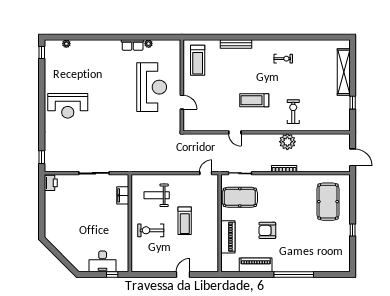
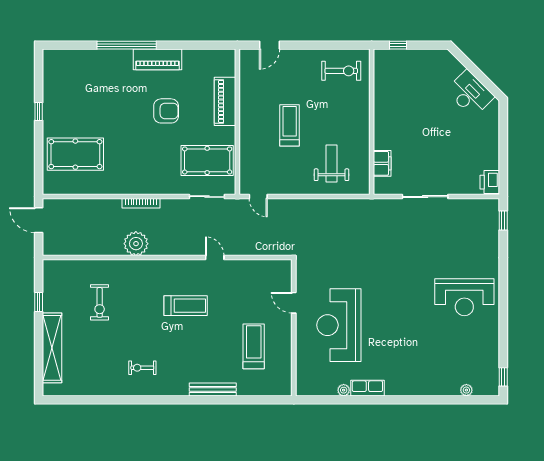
treadmill: (198, 60) -> (254, 346), moved
reception desk: (68, 106) -> (464, 297), turned 180
exercise bike: (293, 112) -> (100, 302), moved
door: (206, 173) -> (258, 197), hinge flipped
weight bench: (157, 195) -> (331, 164), turned -90
pool table: (328, 202) -> (75, 154), turned 90
exercise bike: (151, 230) -> (341, 71), moved
desk: (103, 261) -> (470, 94), moved, turned 45
piano: (256, 265) -> (158, 59), moved
door: (183, 275) -> (270, 45), moved

